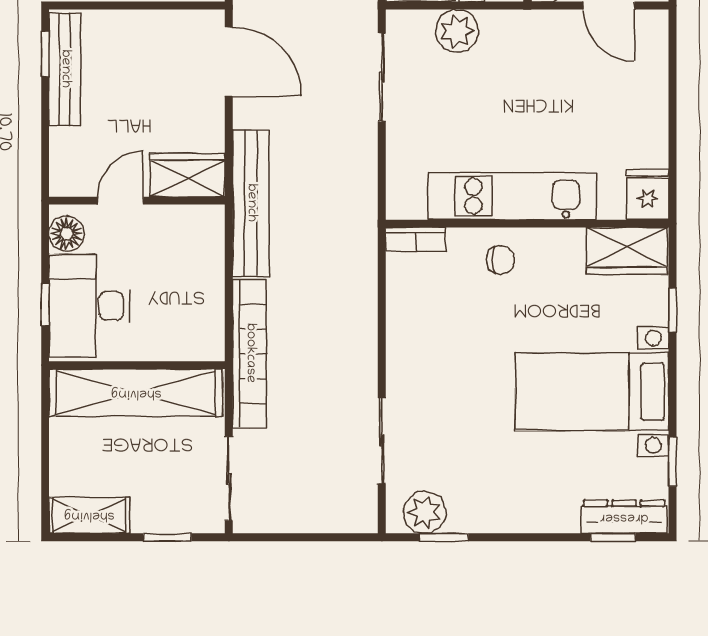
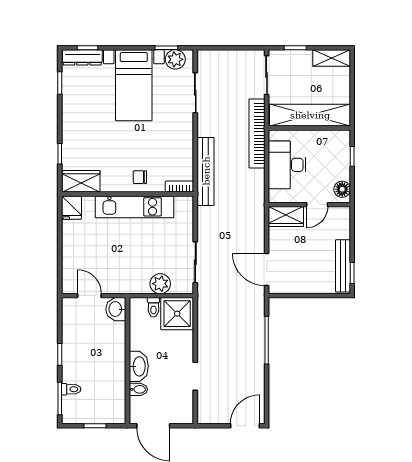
bench: (251, 203) -> (206, 171), moved
desk: (89, 306) -> (287, 165), moved, turned 180
bed with nightstands: (592, 392) -> (134, 85), moved, turned 90

